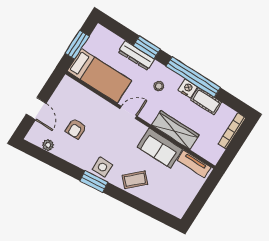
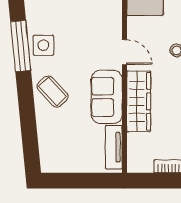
door: (128, 112) -> (125, 52), moved
window: (94, 181) -> (21, 46), width x1.44

